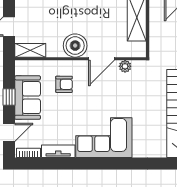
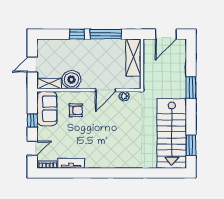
boiler: (75, 46) -> (71, 80), moved
sofa: (28, 98) -> (47, 109), moved
corner sofa: (104, 138) -> (107, 152), removed

